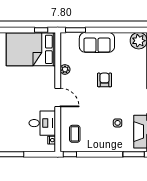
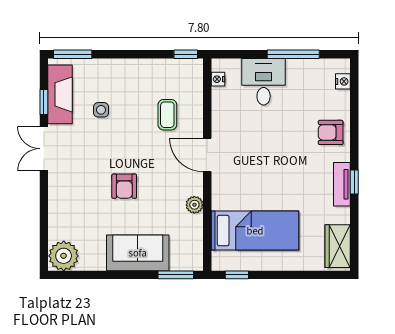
bed: (31, 49) -> (255, 231), width x0.67
desk: (42, 123) -> (264, 82), moved, turned 90
coffee table: (75, 134) -> (167, 115), moved

